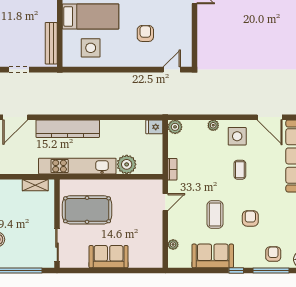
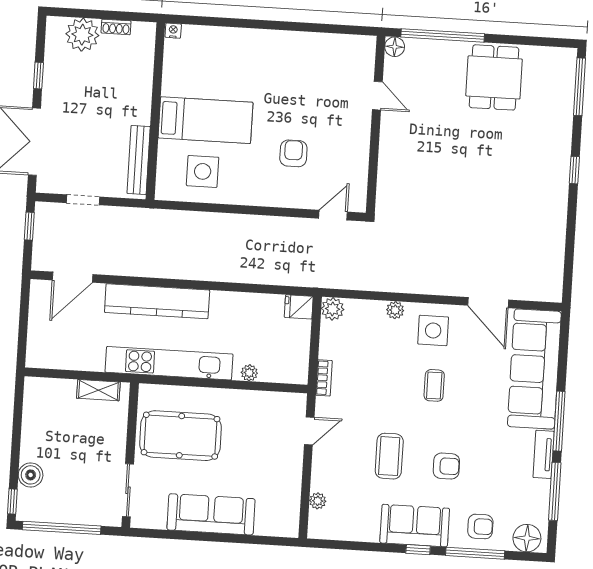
plant: (127, 164) -> (249, 373), width x0.53, depth x0.53
armchair: (250, 218) -> (446, 466), turned 90
armchair: (273, 254) -> (480, 526), turned 90
sofa: (213, 256) -> (415, 526), moved
sofa: (109, 257) -> (211, 514), width x1.36

